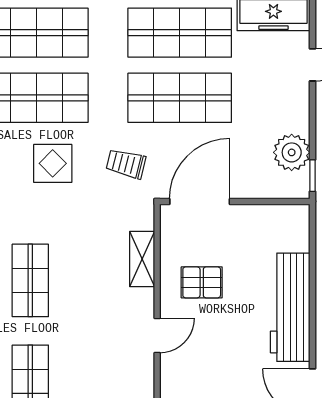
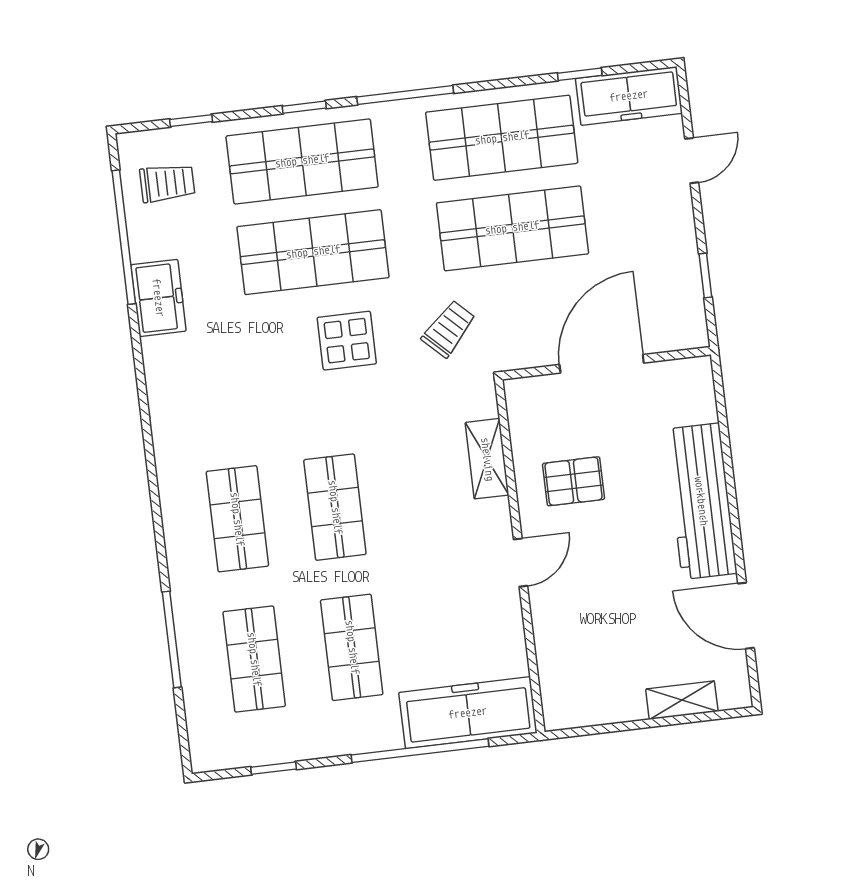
plant: (292, 152) -> (677, 286), removed
trolley: (126, 164) -> (449, 329), turned 120
window: (313, 176) -> (705, 275), moved
door: (200, 201) -> (602, 364), moved

